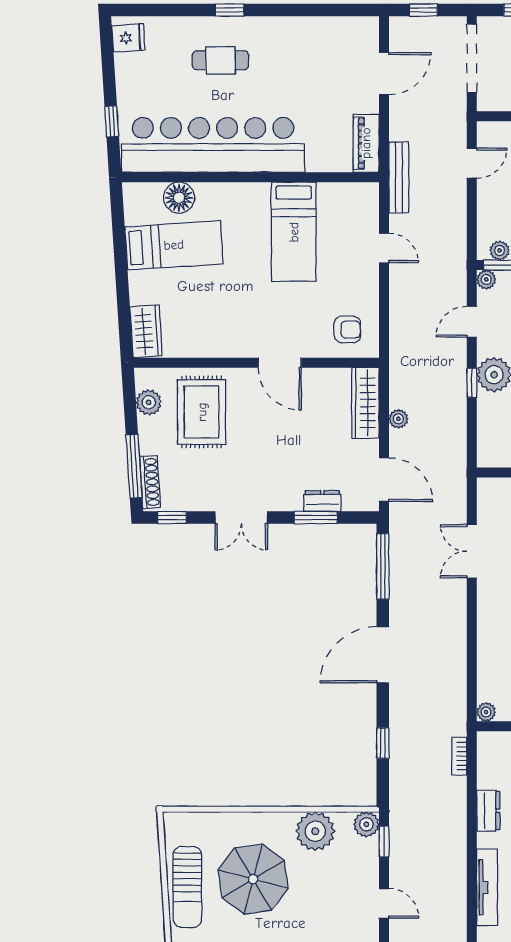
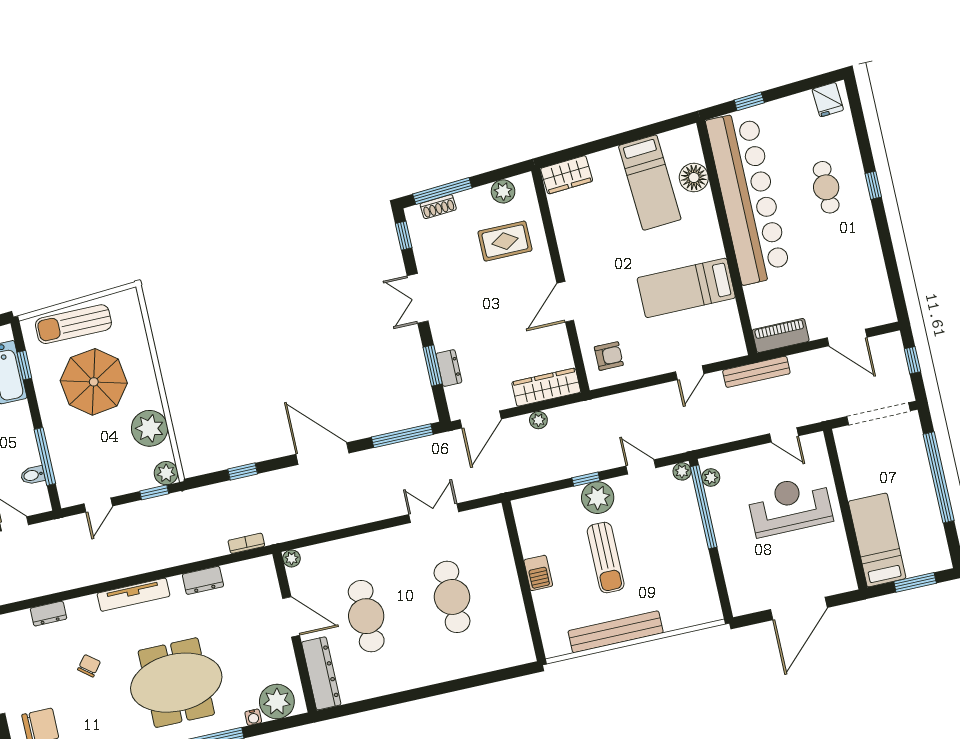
armchair: (347, 329) -> (609, 356), turned -90
rug: (202, 412) -> (505, 241), width x0.73, depth x0.70
shoe rack: (150, 482) -> (438, 207), width x0.70

